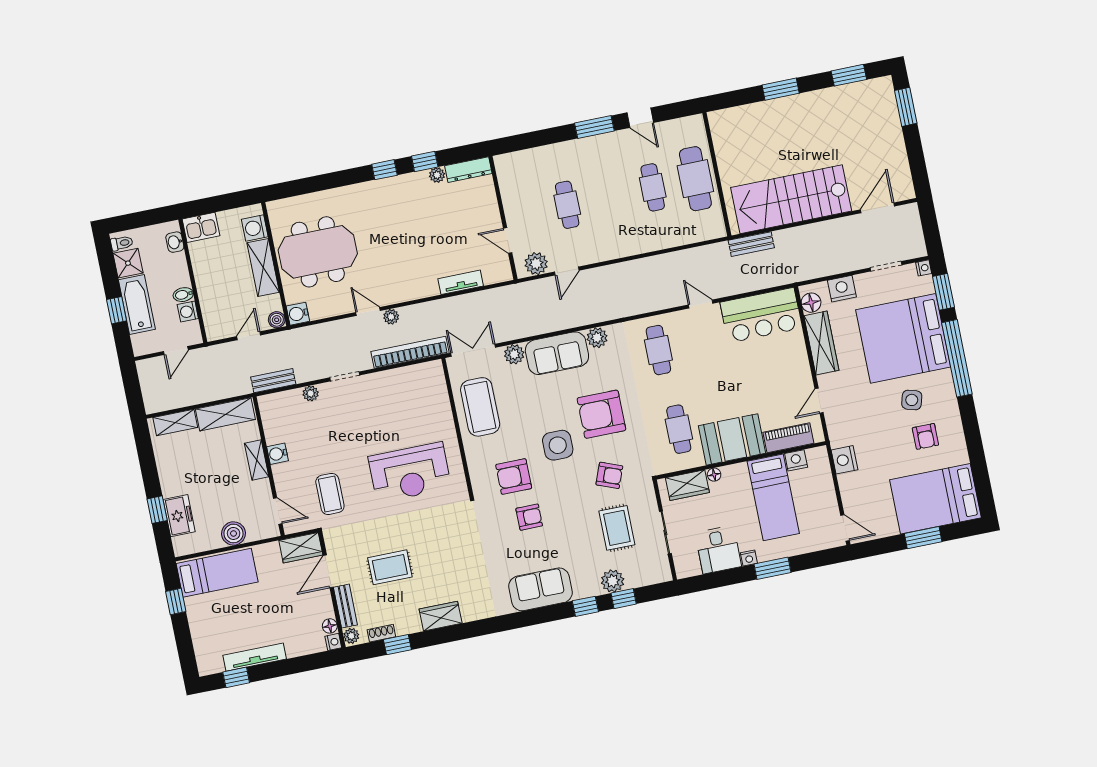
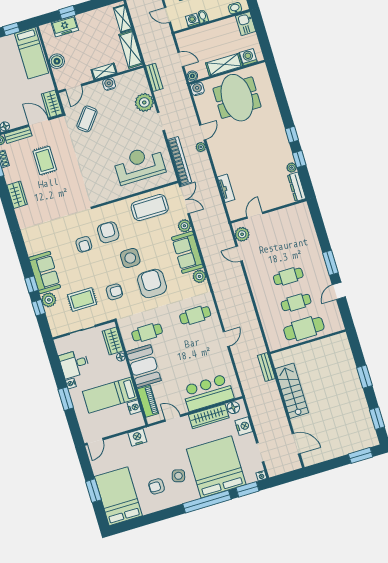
stairs: (791, 199) -> (292, 391), width x0.73, depth x0.66
cafe table: (567, 205) -> (288, 276), moved
bar counter: (761, 315) -> (208, 393), moved, turned 90
plant: (311, 393) -> (144, 102), width x1.87, depth x1.87
reception desk: (410, 472) -> (139, 165), moved, turned 90
armchair: (609, 475) -> (114, 292), turned -111
coffee table: (330, 494) -> (87, 119), turned -52
sofa: (541, 589) -> (45, 273), moved

